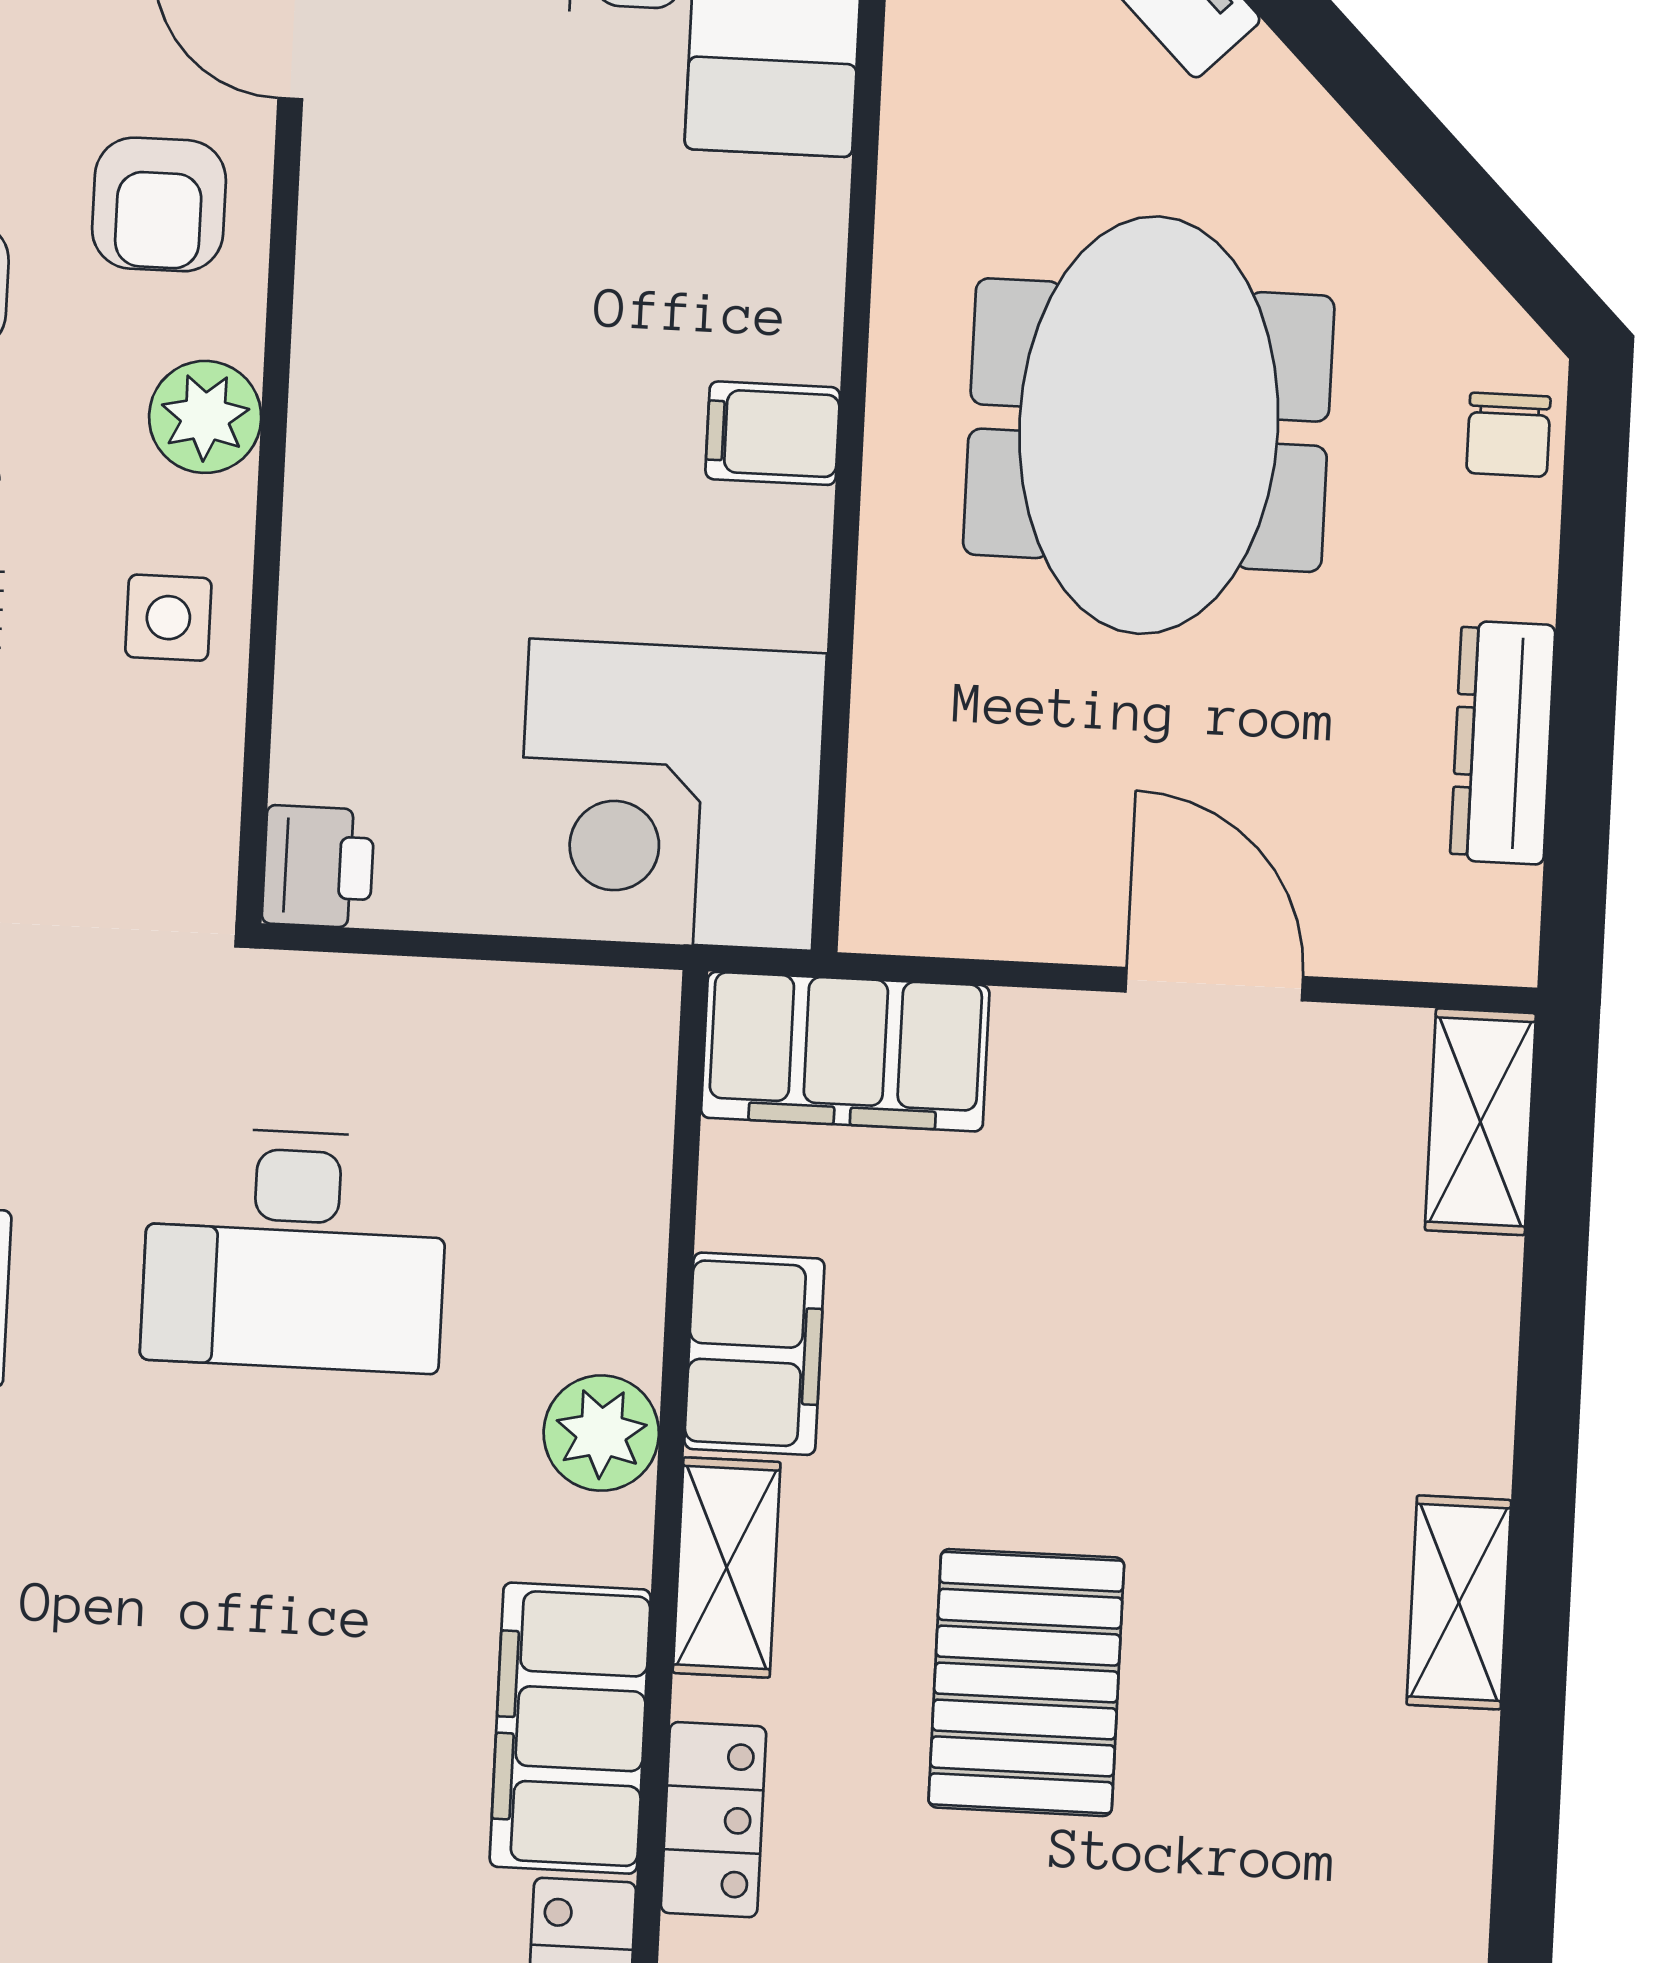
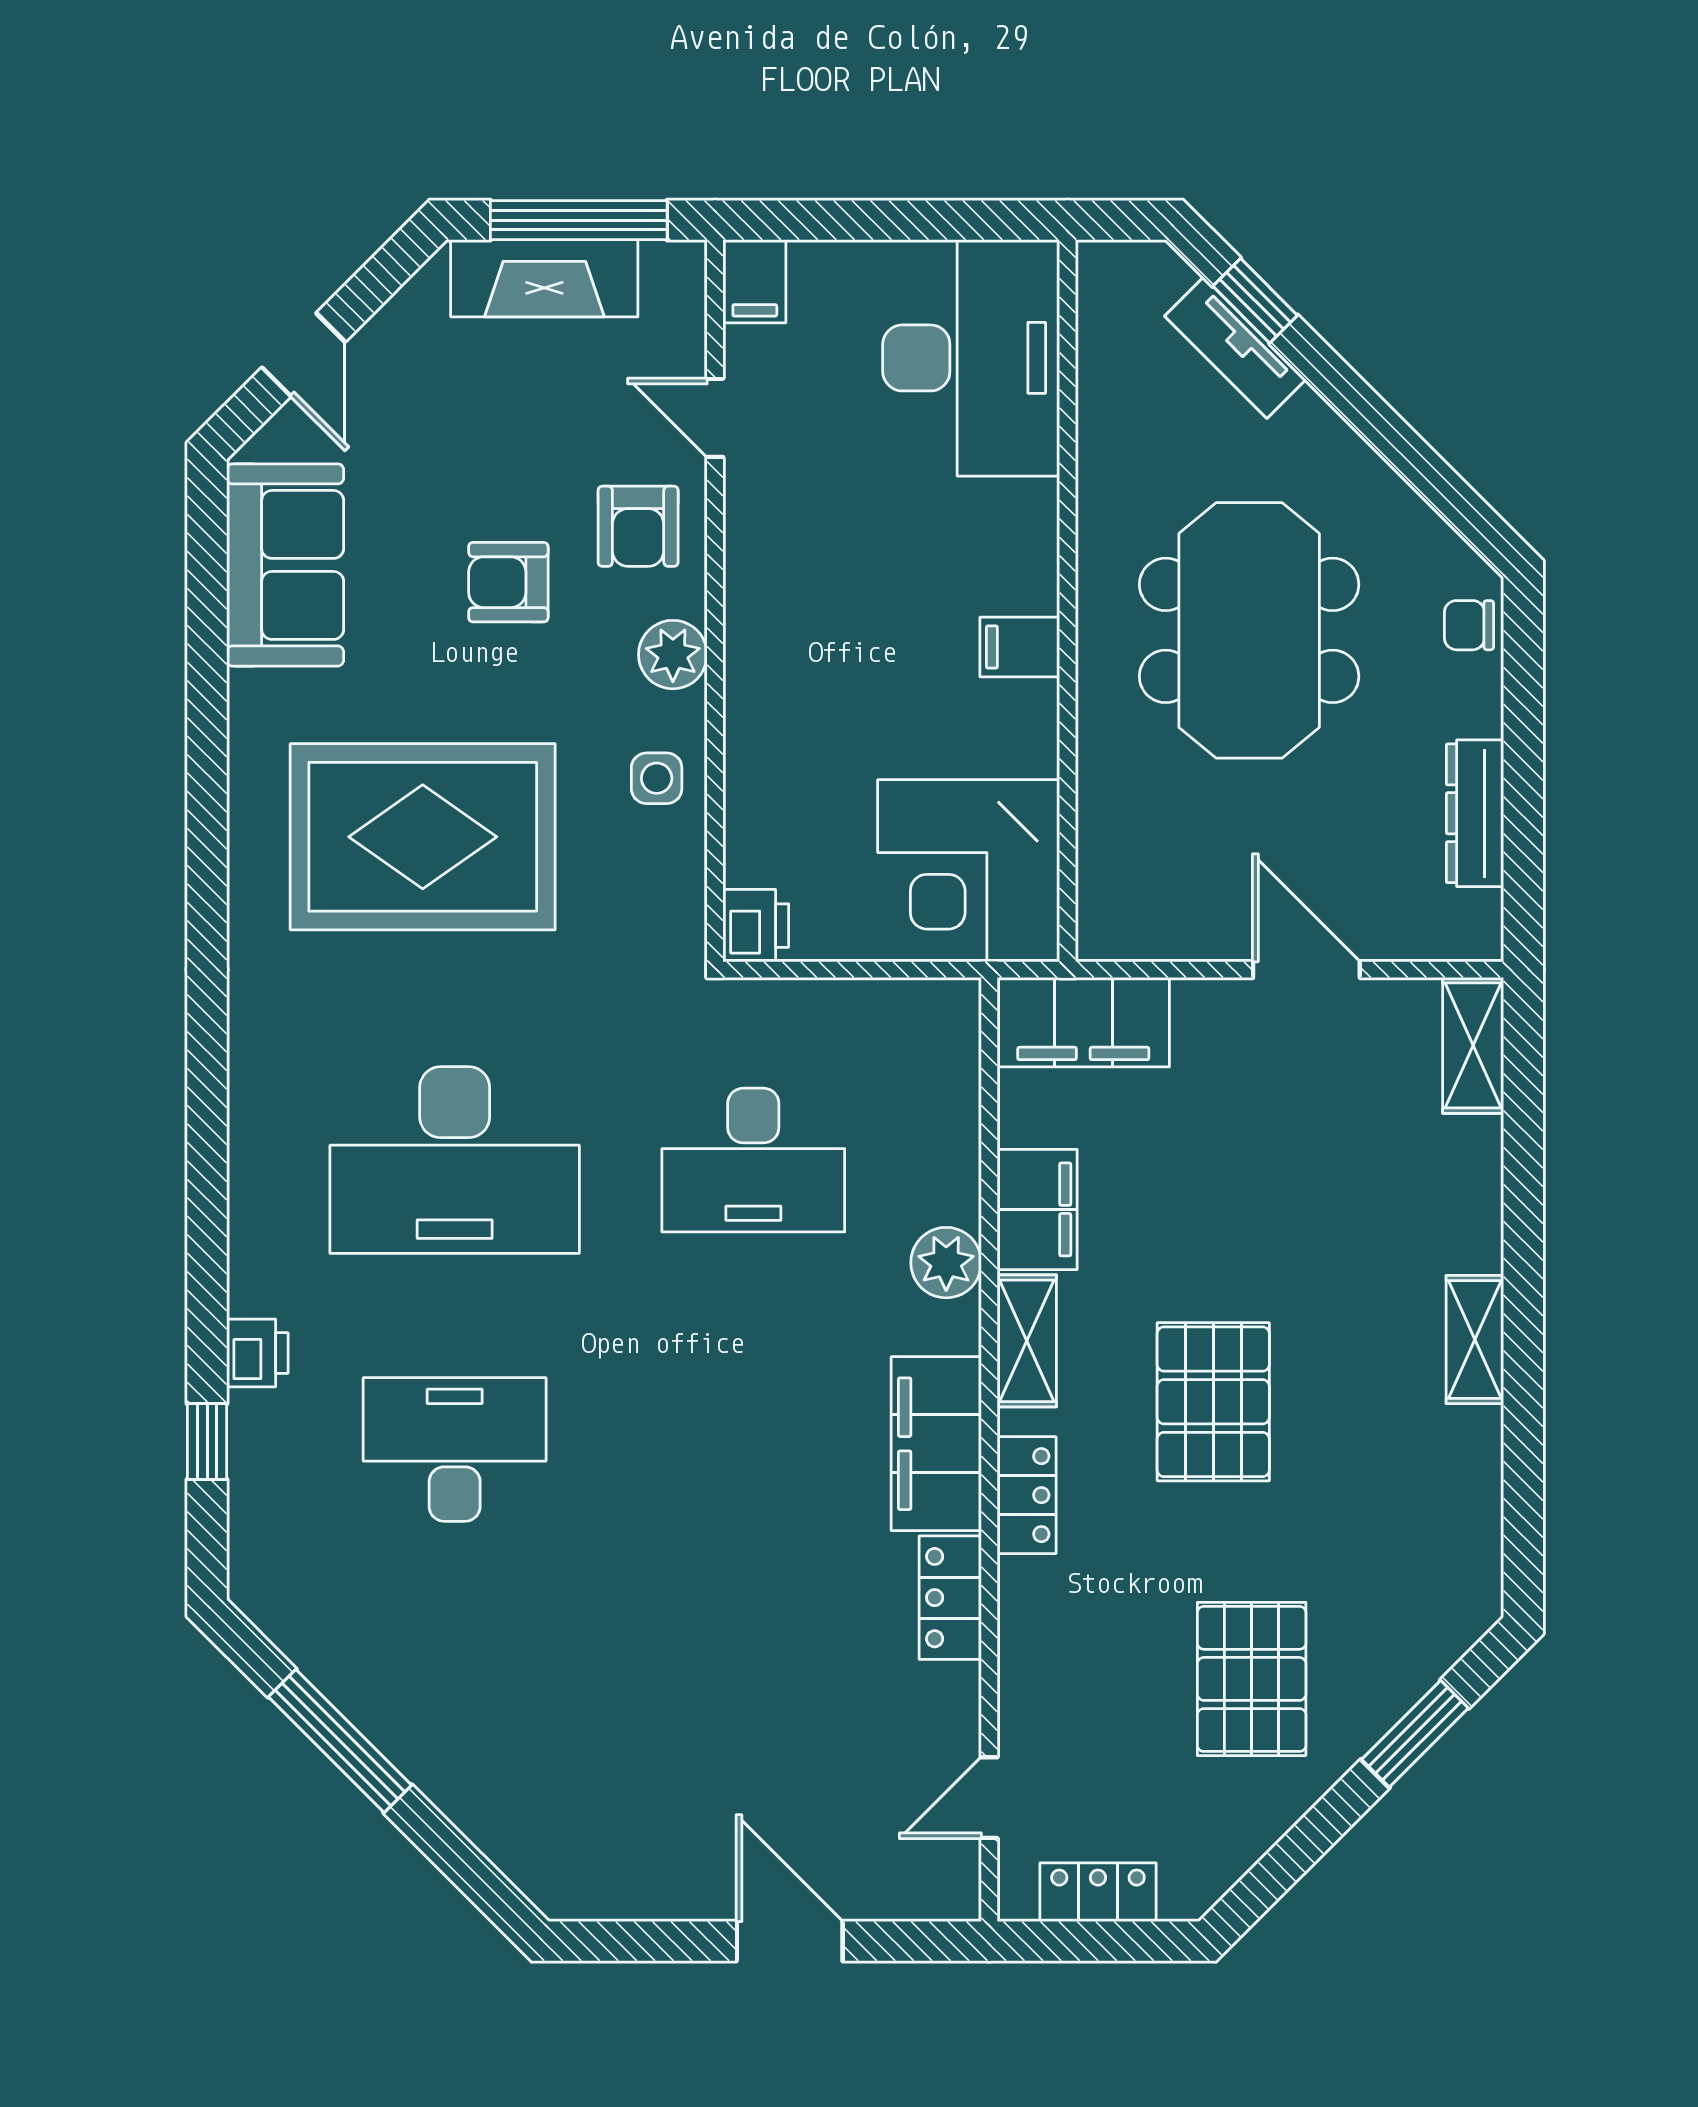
chair: (1508, 435) -> (1469, 625), turned 90

